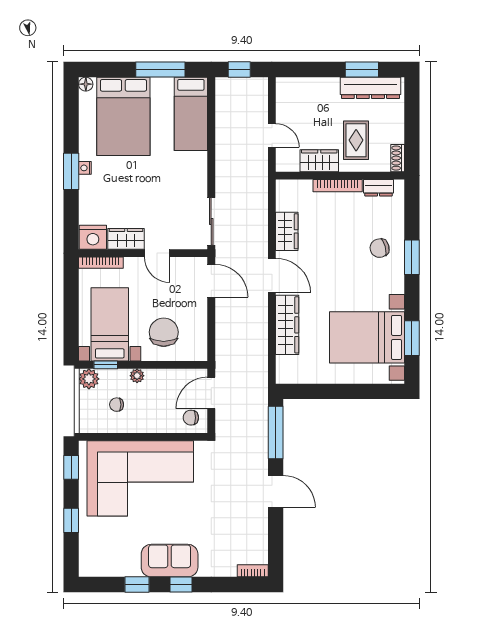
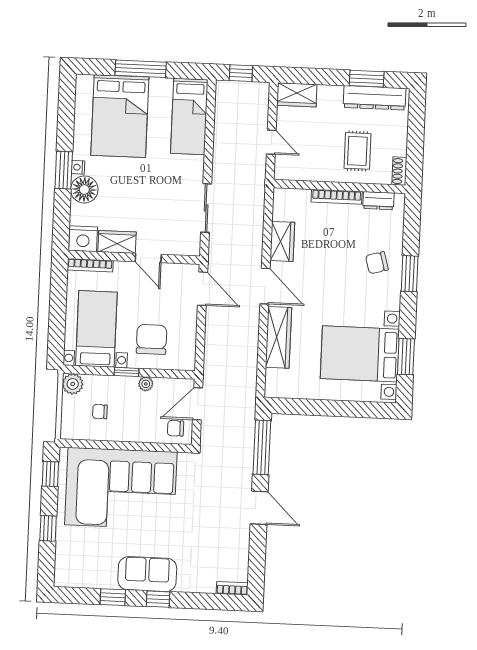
window: (160, 70) -> (141, 69), moved
floor lamp: (86, 84) -> (84, 189), moved, width x1.89, depth x1.89
wardrobe: (319, 161) -> (297, 95), moved, turned 180
sliding door: (211, 221) -> (206, 208), moved
window: (106, 365) -> (126, 372), moved
plant: (137, 376) -> (146, 384), moved

